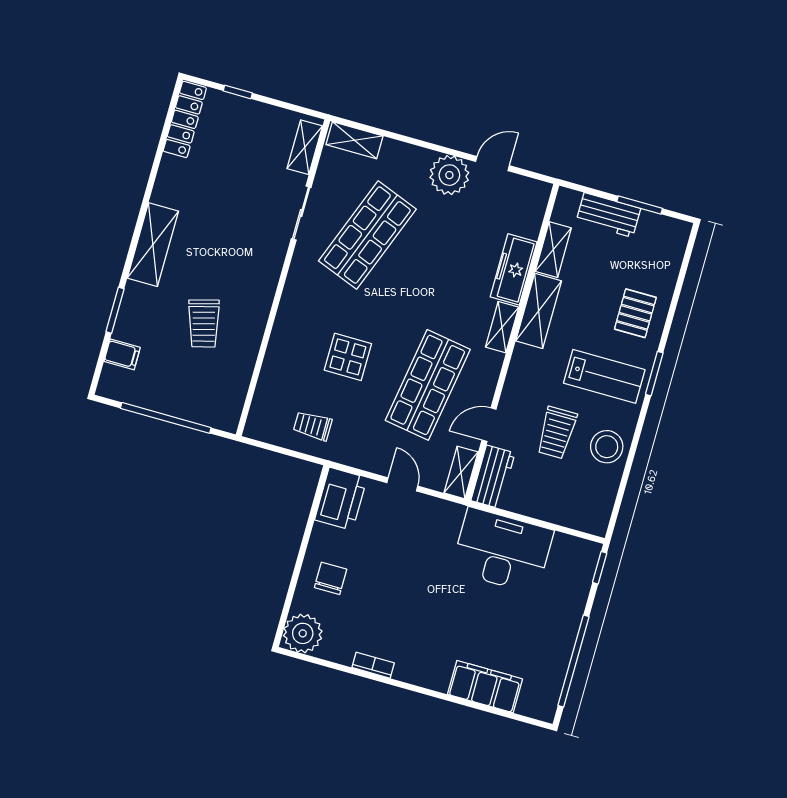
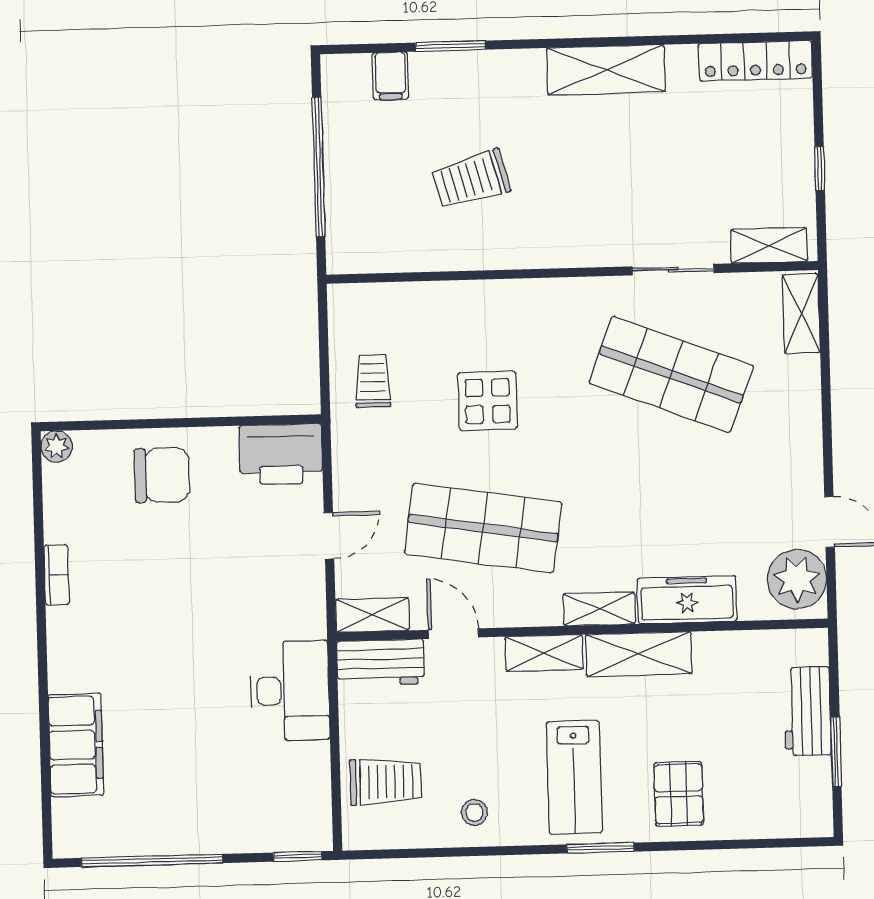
window: (238, 92) -> (820, 168), moved
plant: (449, 175) -> (797, 579), moved
shelving: (153, 245) -> (606, 70), moved
shelving: (553, 250) -> (544, 653), moved
pallet: (635, 313) -> (679, 794), turned 90
trolley: (557, 433) -> (386, 782), moved, turned 180
stool: (607, 447) -> (474, 812), width x0.53, depth x0.53
desk: (502, 551) -> (290, 691), width x0.73, depth x0.77
chair: (331, 578) -> (162, 475), width x1.37, depth x1.37
plant: (303, 633) -> (57, 446), width x0.53, depth x0.53

